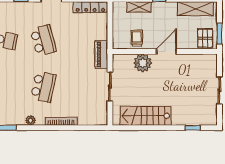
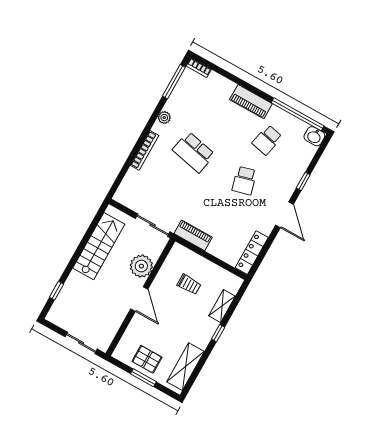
school desk: (43, 40) -> (244, 181), width x0.54
wall: (165, 52) -> (140, 297), moved
door: (166, 52) -> (139, 299), moved
plant: (143, 63) -> (141, 266), moved

